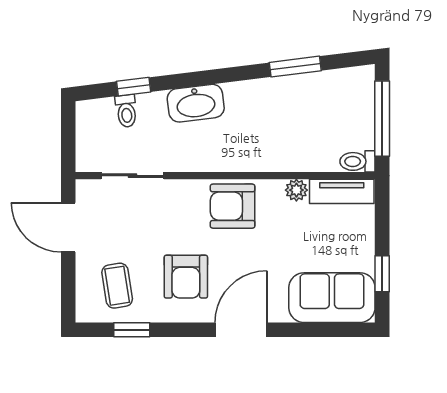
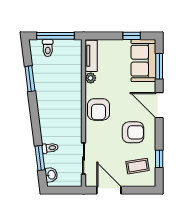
window: (134, 87) -> (40, 158), width x1.50
washbasin: (196, 103) -> (51, 175), moved, width x0.52, depth x0.69
toilet: (126, 111) -> (50, 148), moved
toilet: (358, 161) -> (48, 48), moved
door: (68, 227) -> (109, 190), swing flipped
window: (320, 330) -> (159, 66), added

